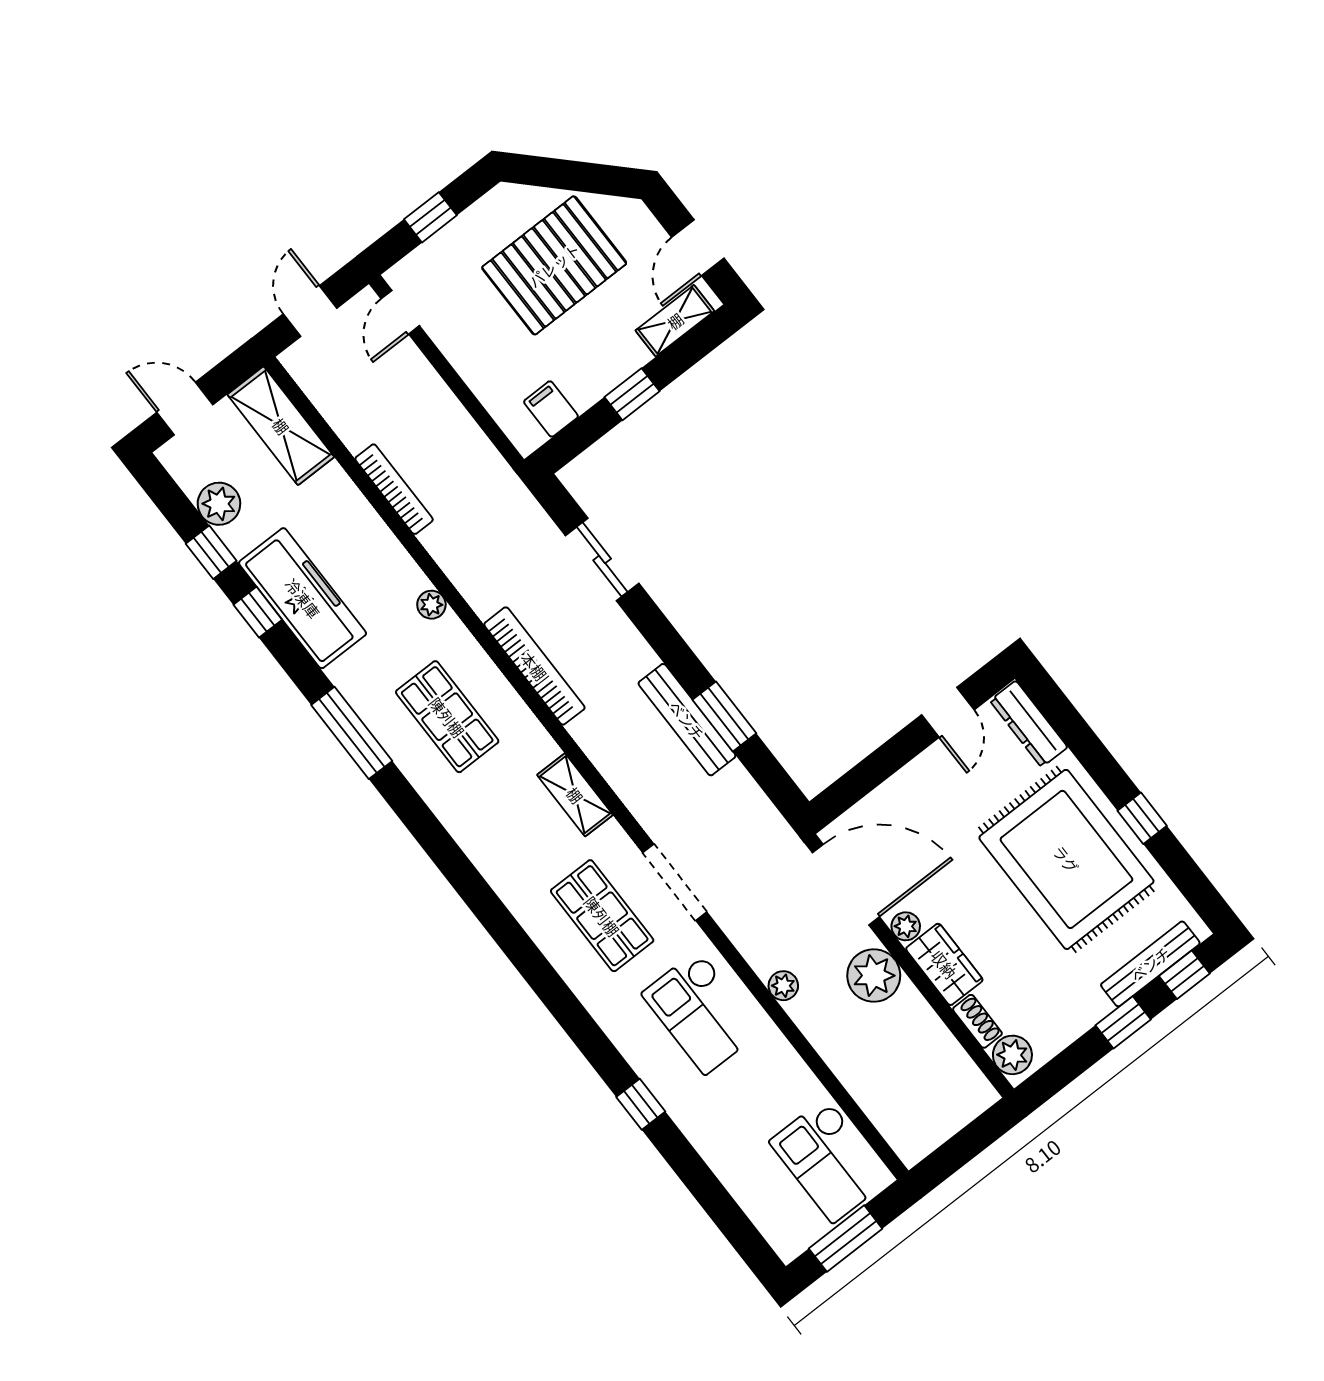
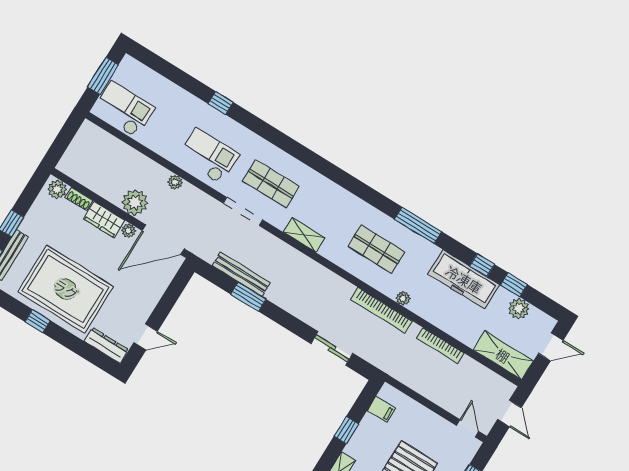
bookcase: (534, 666) -> (381, 310), moved
door: (948, 712) -> (146, 337), swing flipped
bench: (687, 720) -> (241, 274), moved

